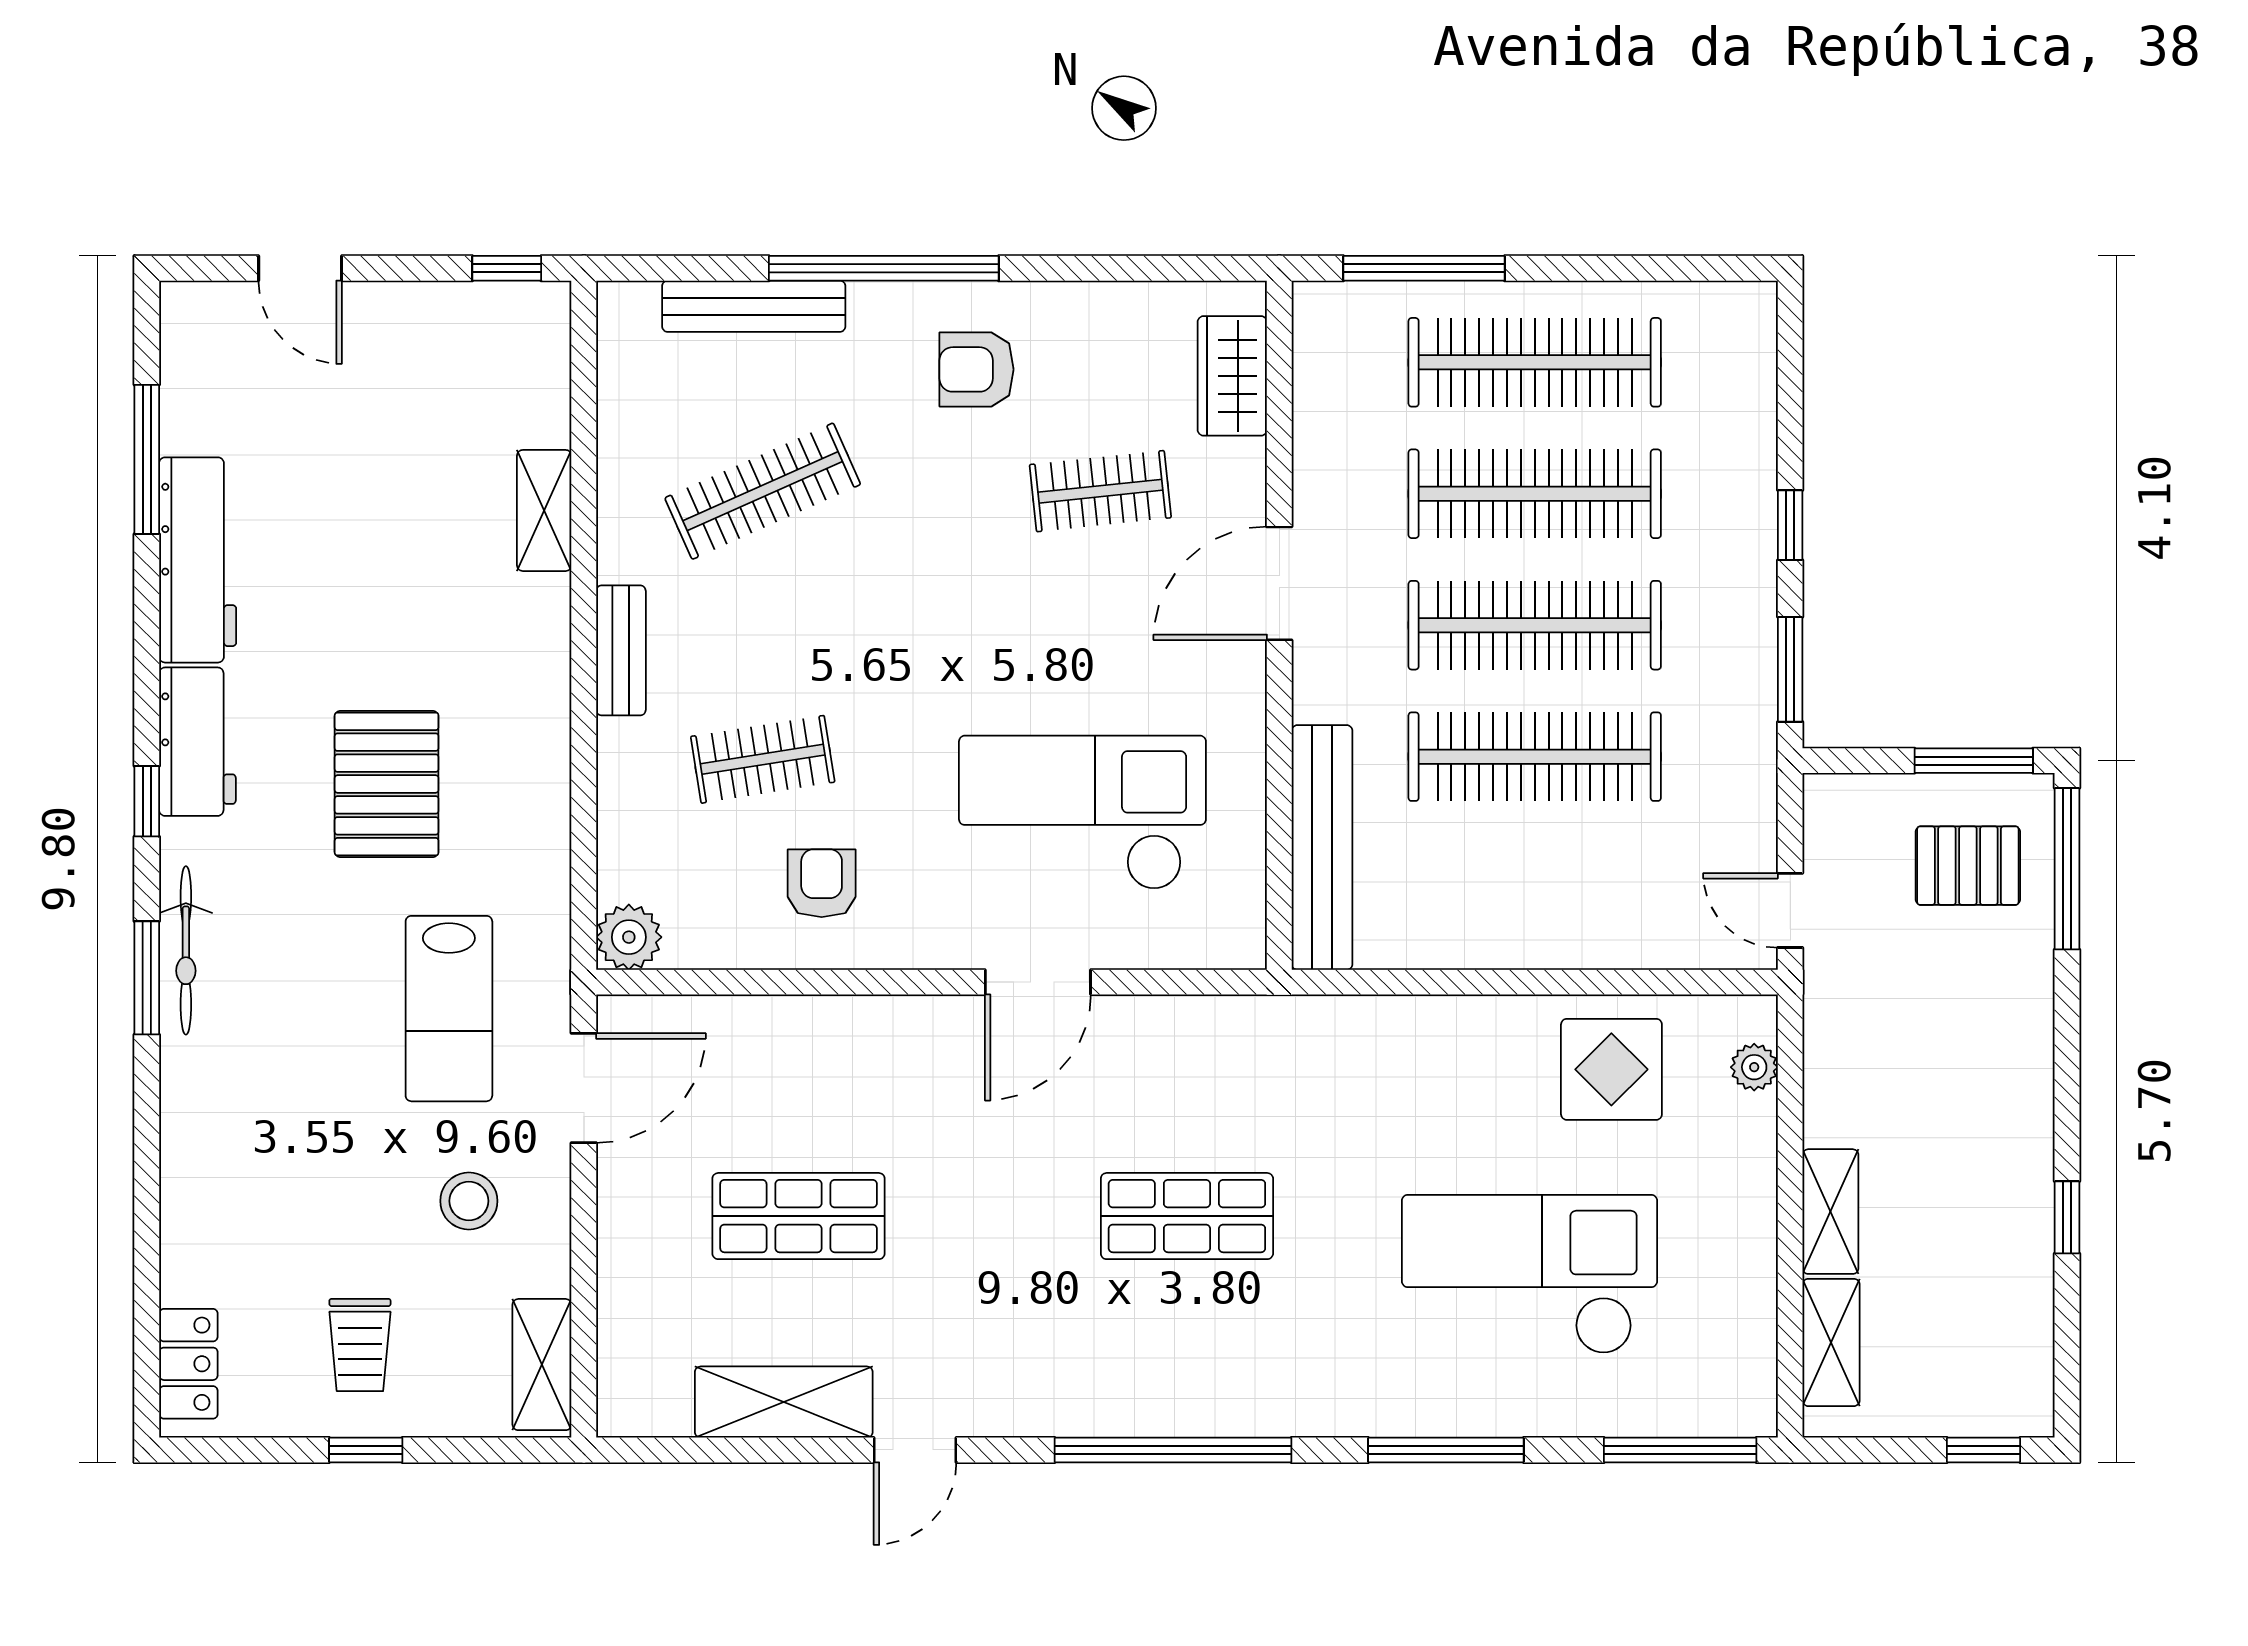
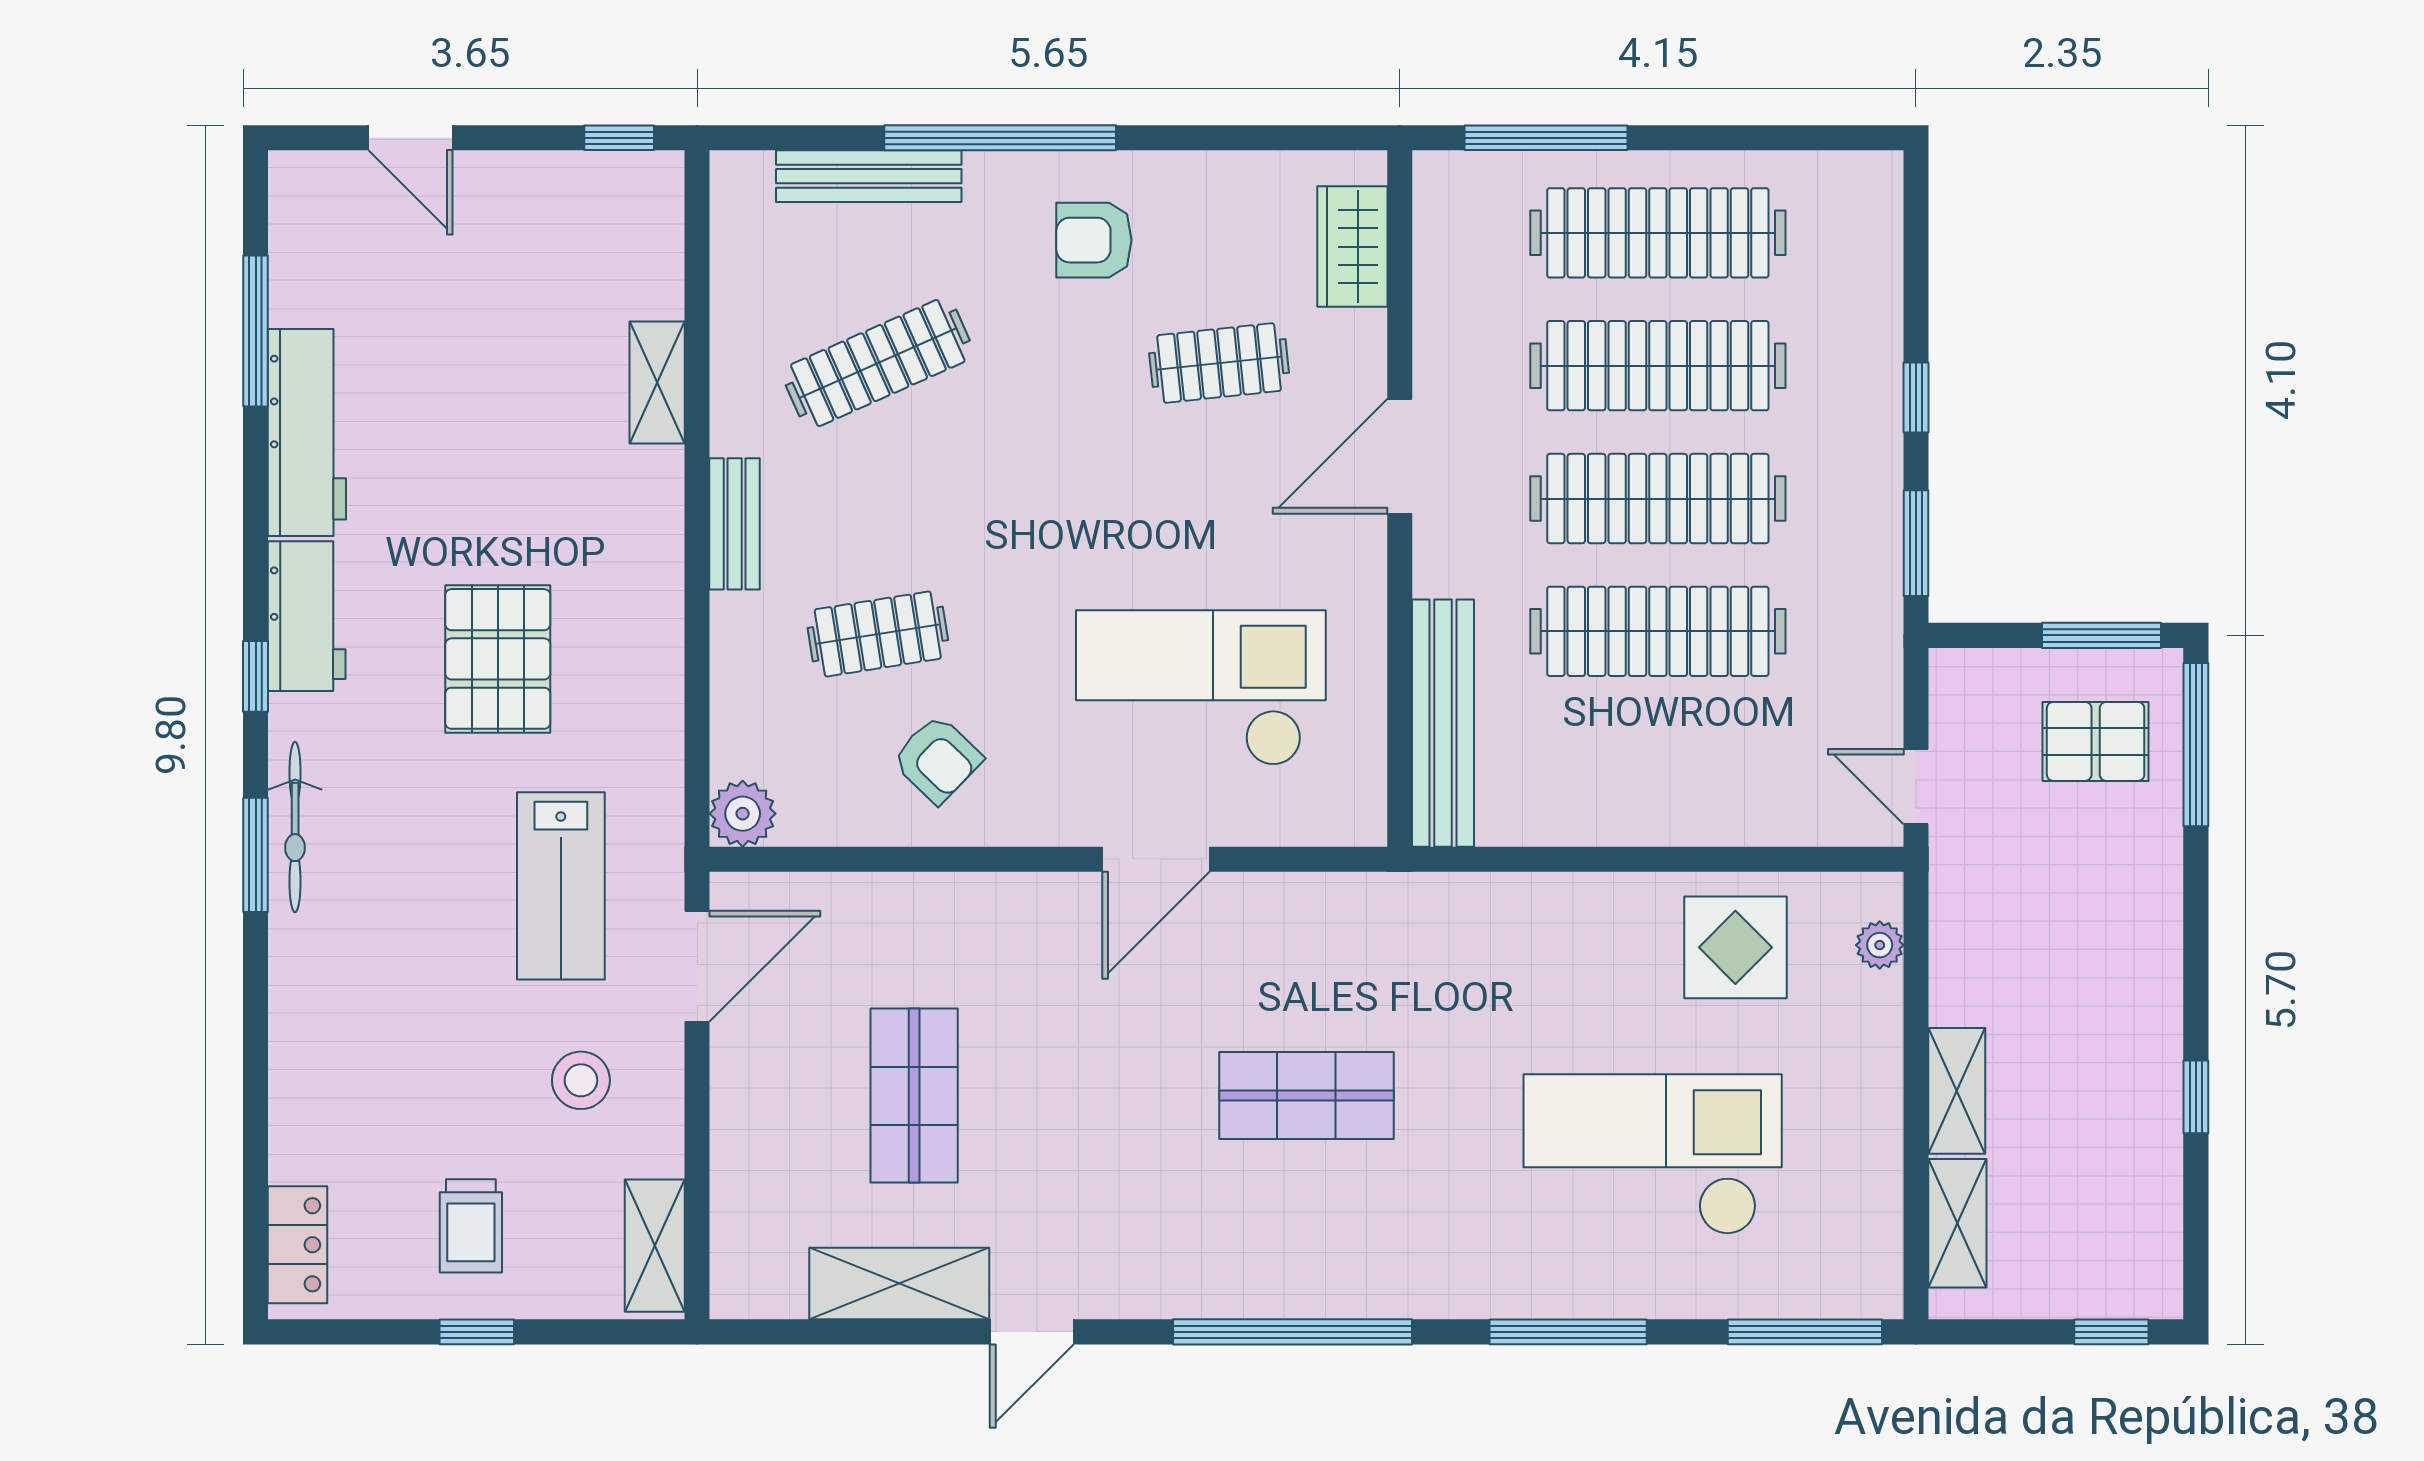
armchair: (822, 883) -> (937, 759), turned 134
shop shelf: (799, 1216) -> (914, 1096), turned 90

